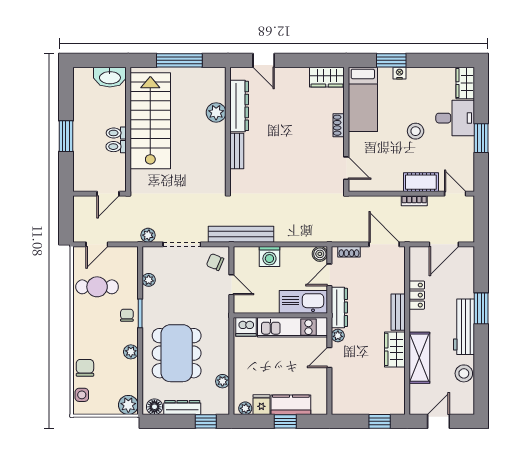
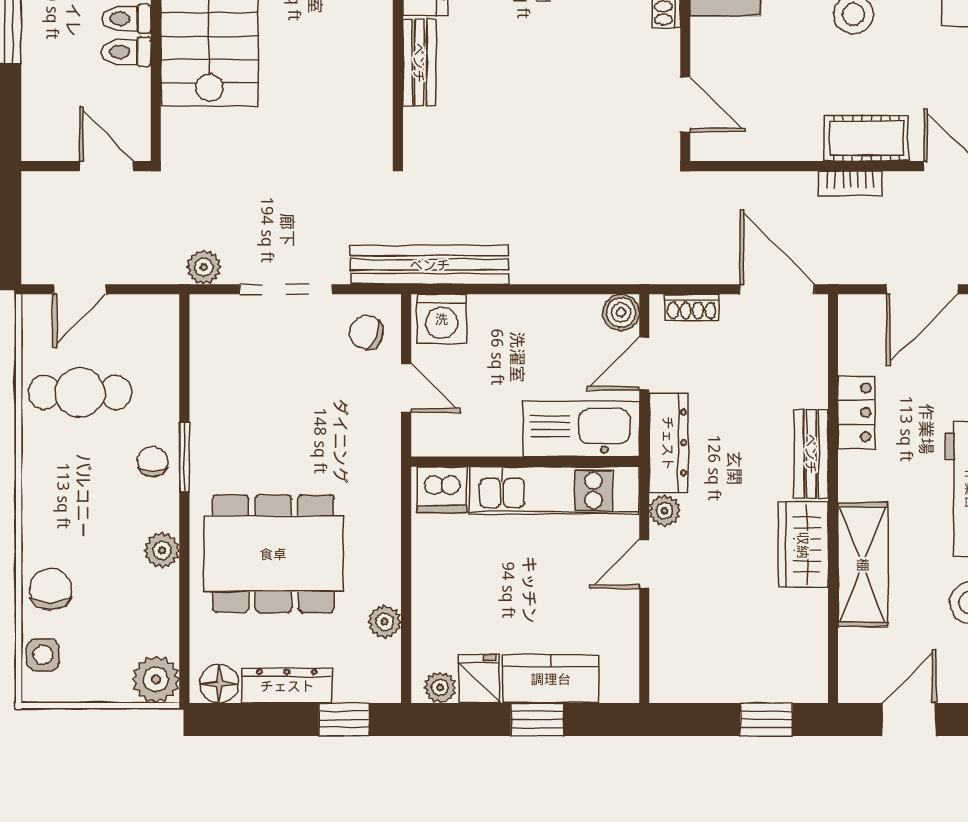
door: (108, 194) -> (107, 166), swing flipped
washing machine: (269, 257) -> (442, 319), moved
plant: (149, 280) -> (205, 376), removed
dining table: (177, 353) -> (273, 554), turned 90

